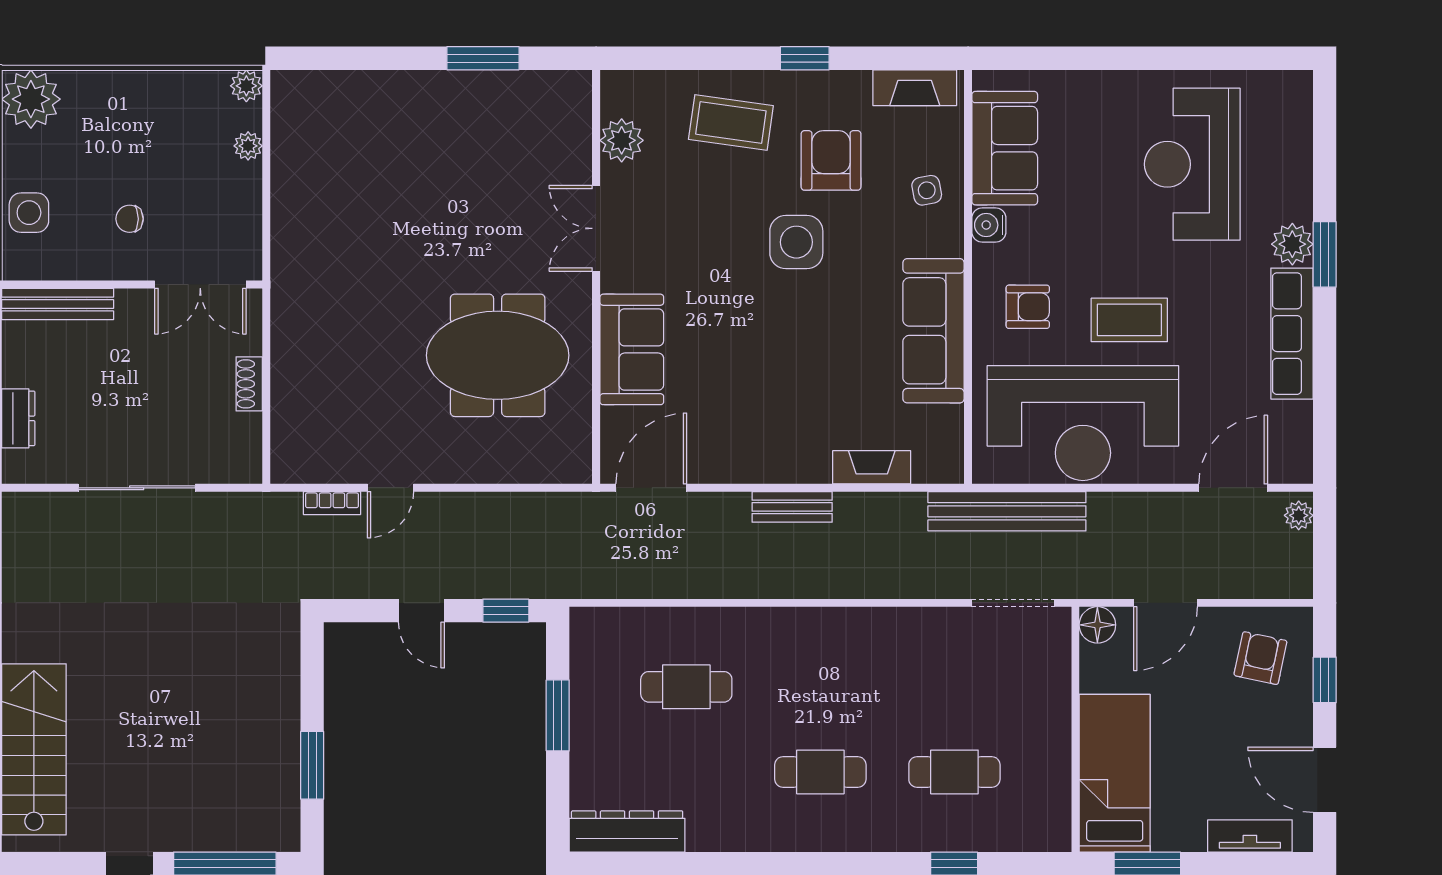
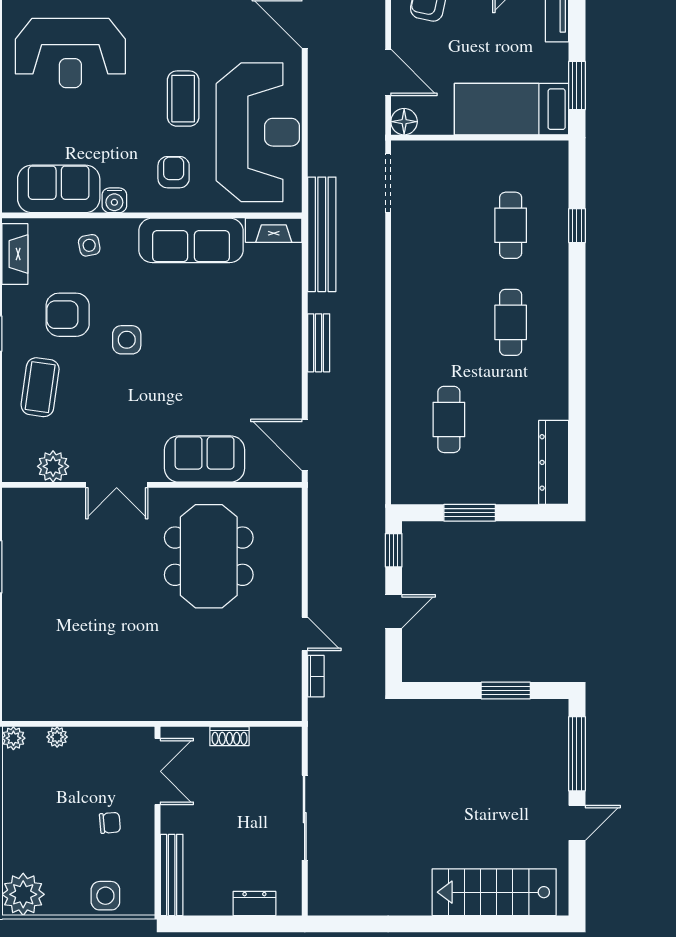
chair: (130, 219) -> (110, 823), turned -95
side table: (796, 242) -> (127, 340), width x0.73, depth x0.73
fireplace: (872, 467) -> (274, 230), moved, turned -90
bench: (1007, 511) -> (322, 234), moved

